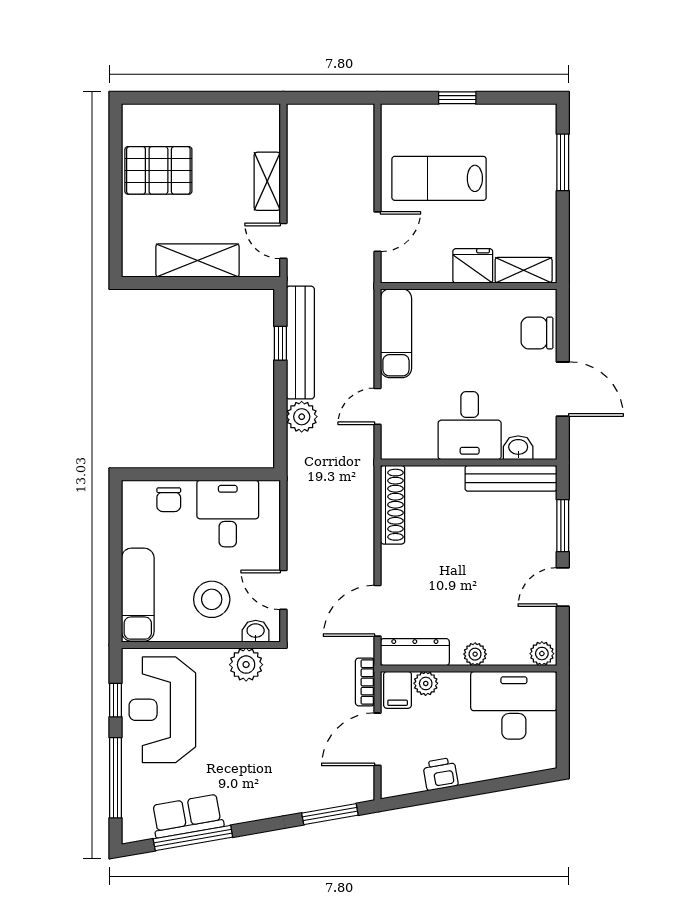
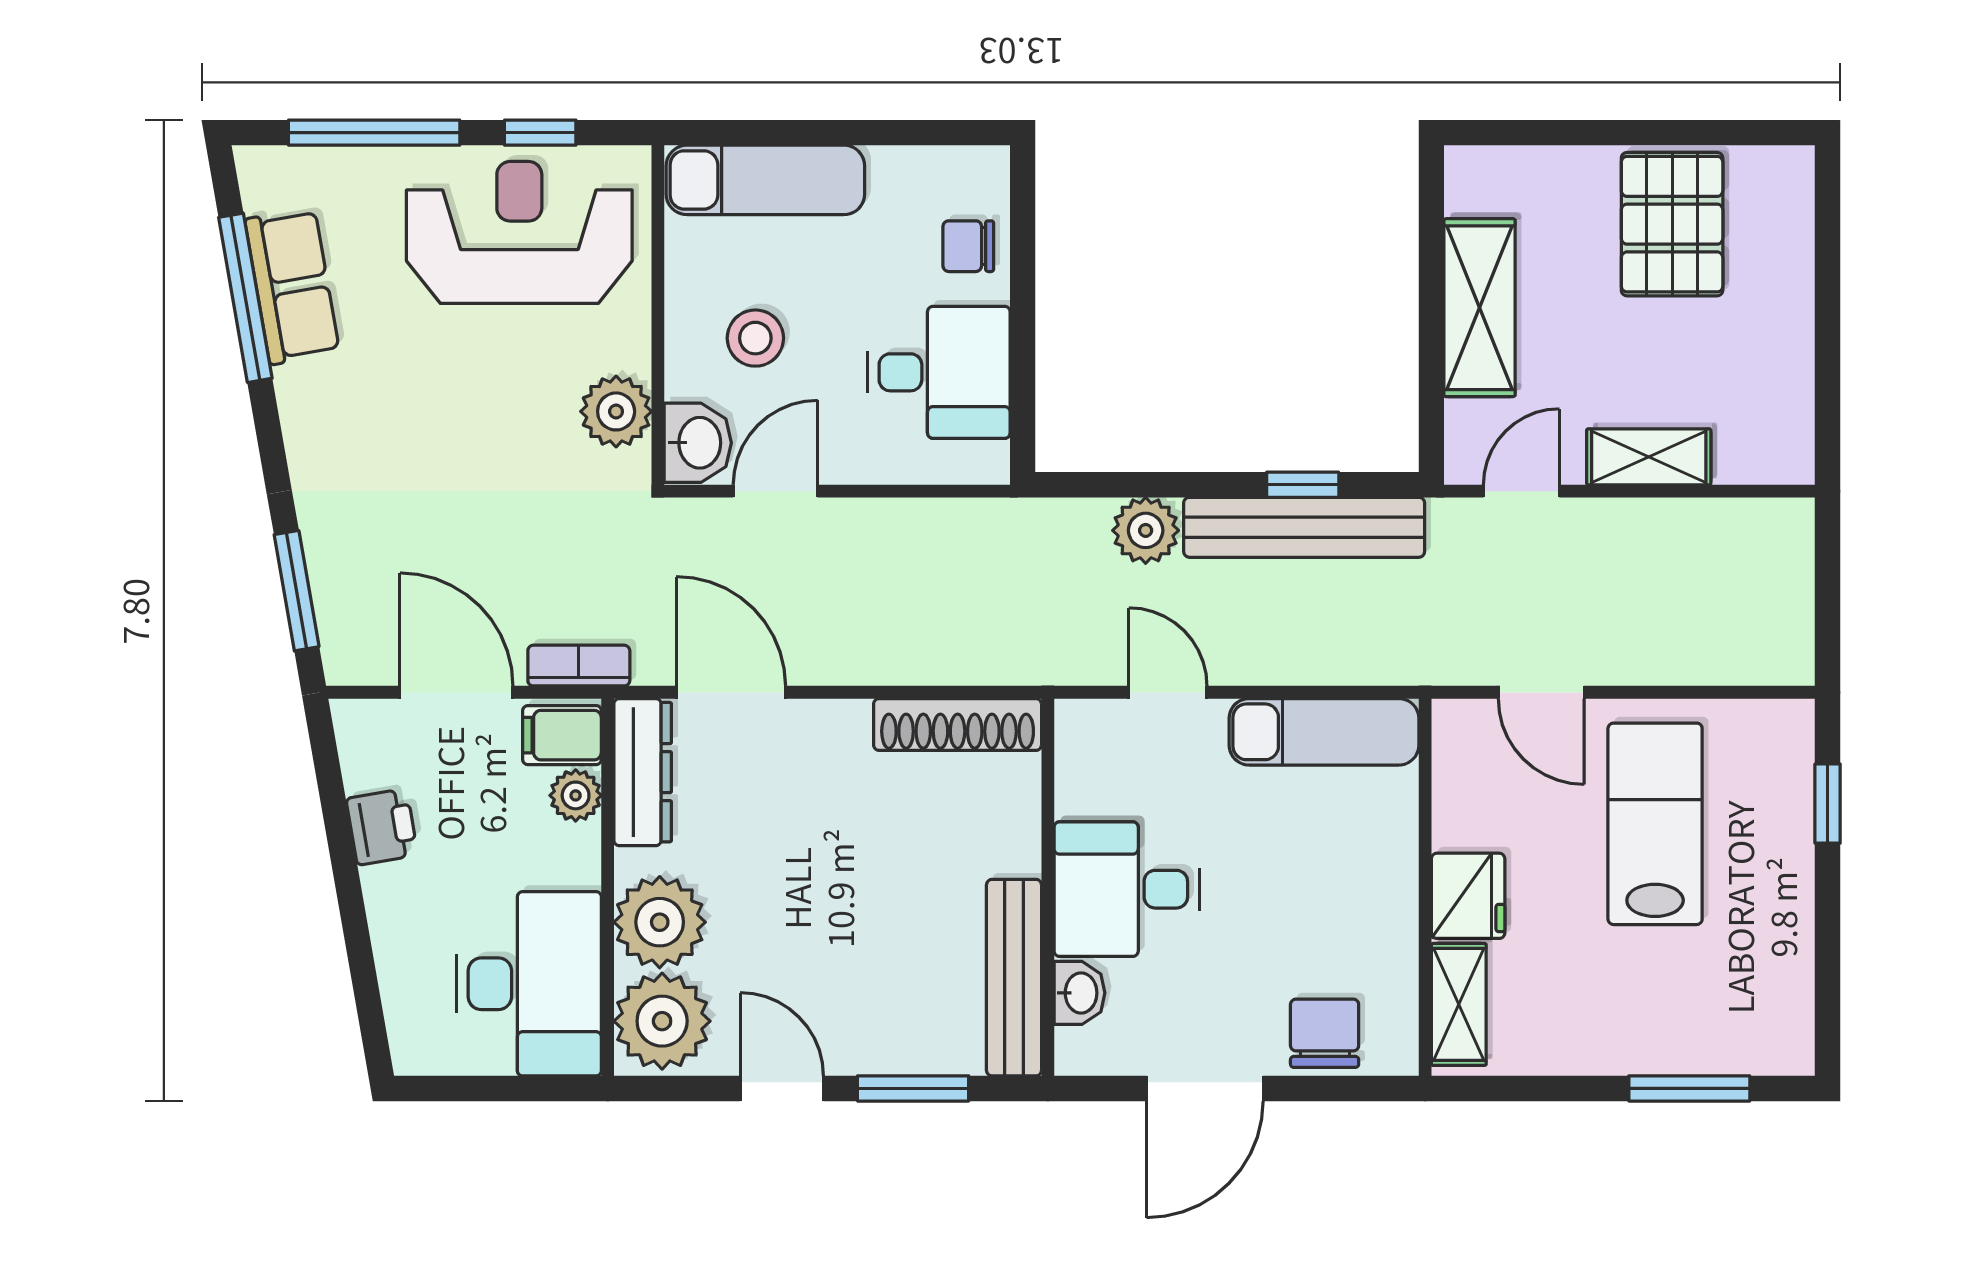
window: (457, 98) -> (1828, 804), moved
stool: (212, 599) -> (755, 338), width x0.73, depth x0.73
washbasin: (256, 631) -> (698, 443), width x1.38, depth x1.45
plant: (475, 654) -> (660, 922), width x1.88, depth x1.88
plant: (542, 654) -> (662, 1021), width x1.88, depth x1.88

